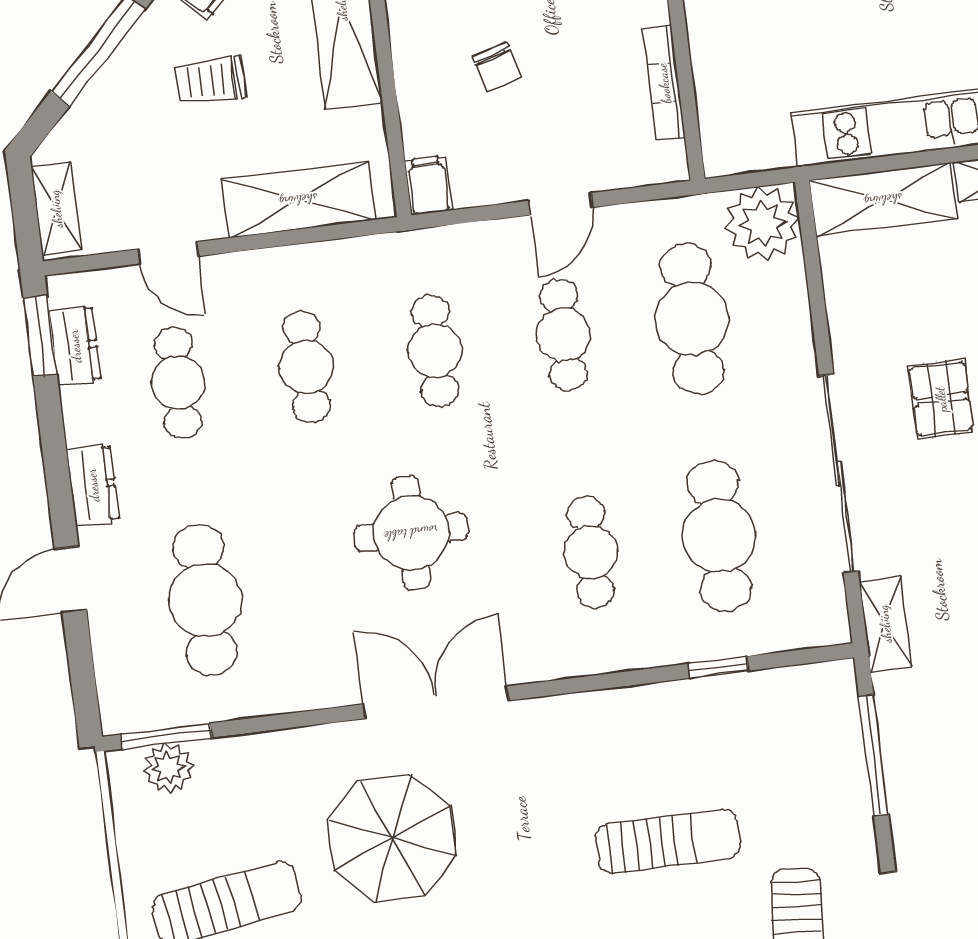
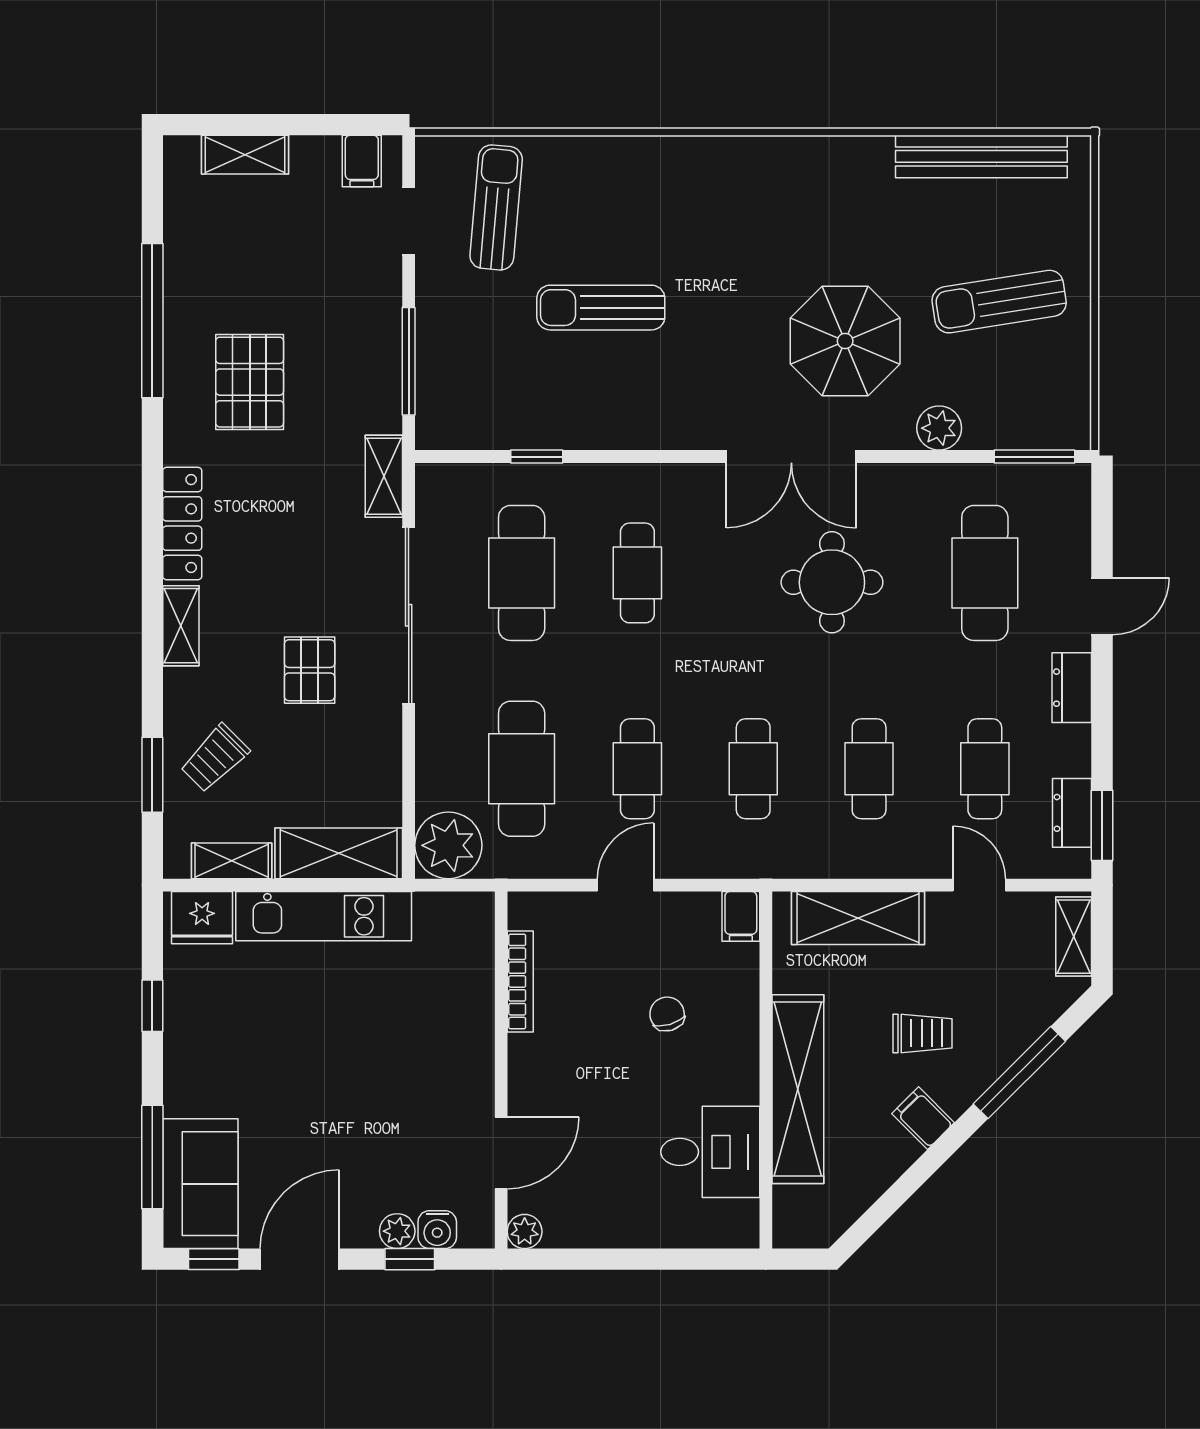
round table: (411, 533) -> (832, 582), moved
plant: (168, 768) -> (939, 428), moved

